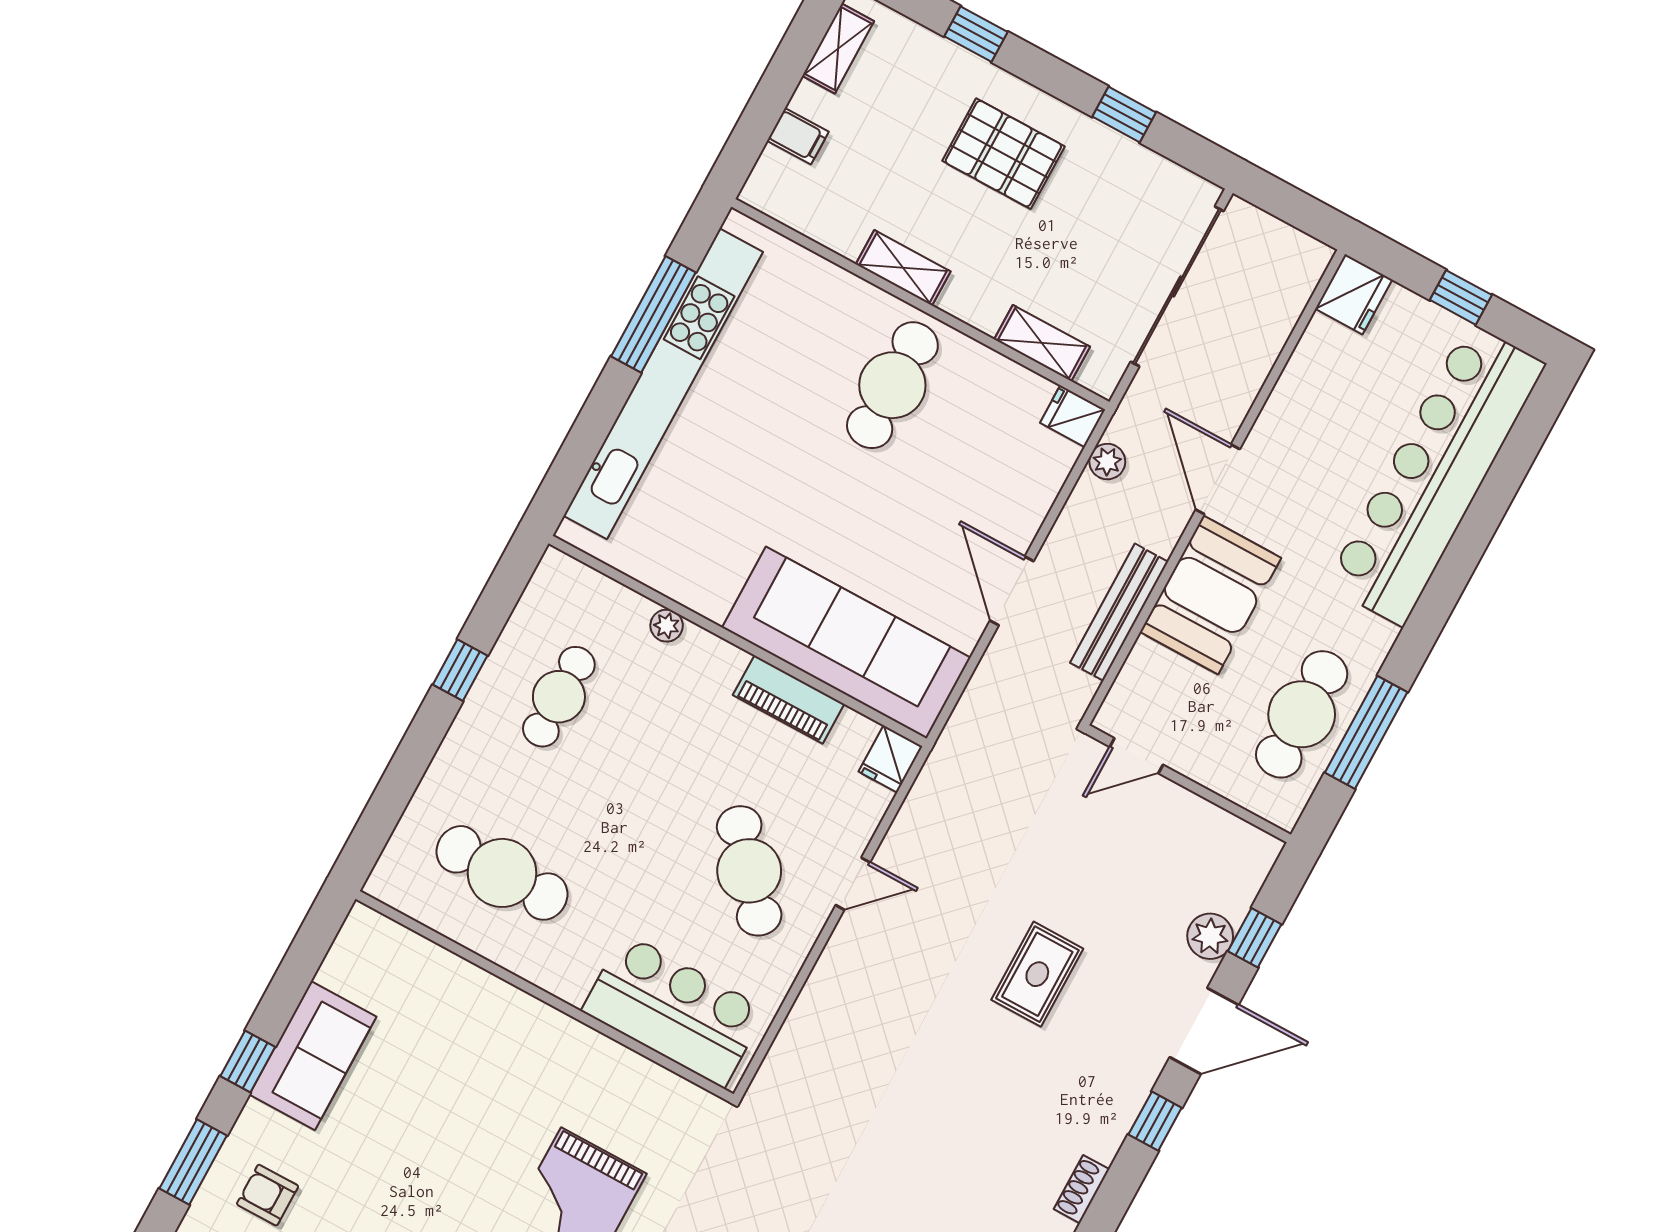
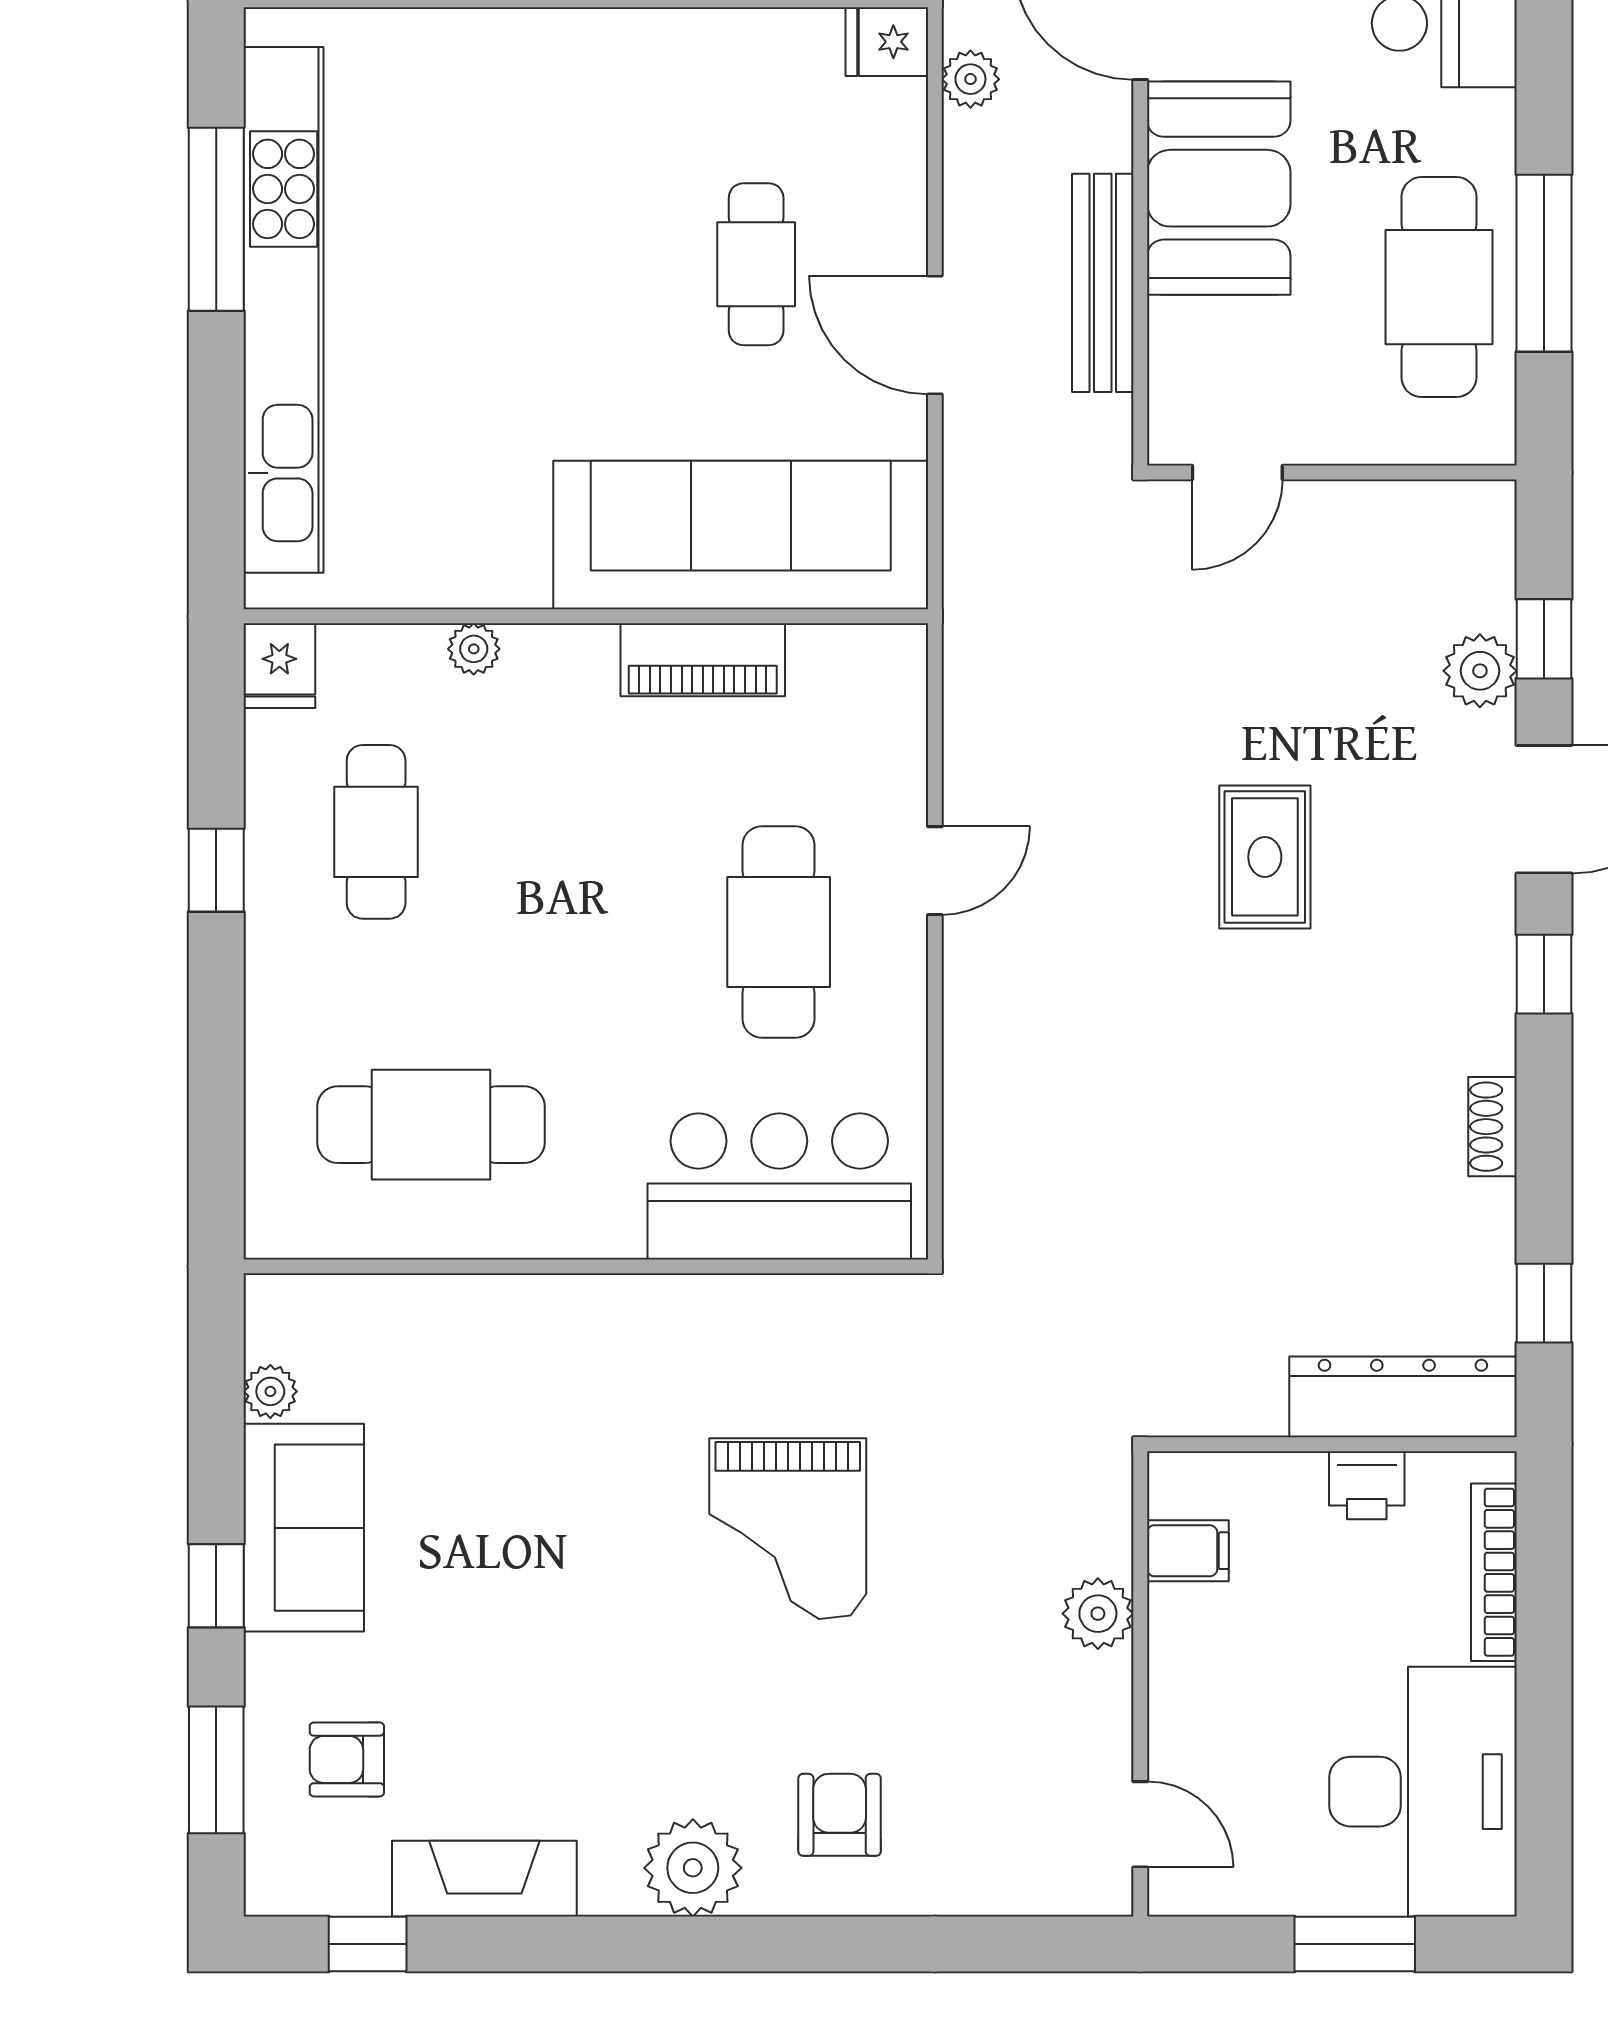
cafe table: (892, 385) -> (756, 264), moved, width x0.73, depth x0.74
fridge: (890, 759) -> (279, 666), moved
cafe table: (749, 871) -> (779, 932), turned 41
plant: (335, 971) -> (270, 1391), added

